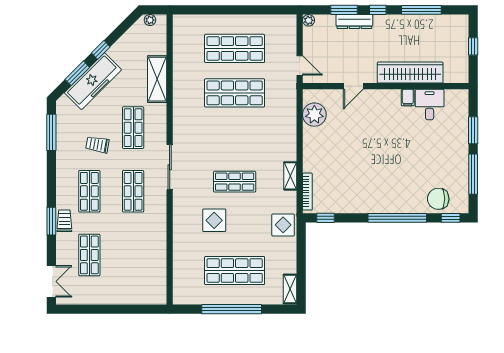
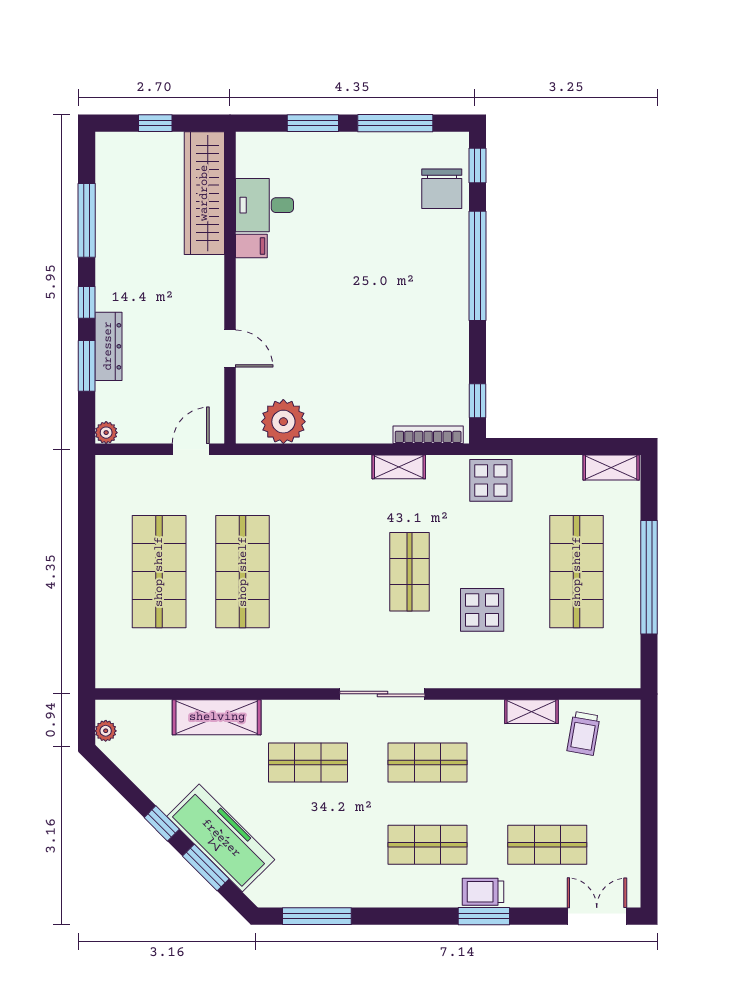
wardrobe: (410, 73) -> (204, 193), moved
trolley: (97, 145) -> (583, 733), moved
shelving: (160, 247) -> (531, 712), added

